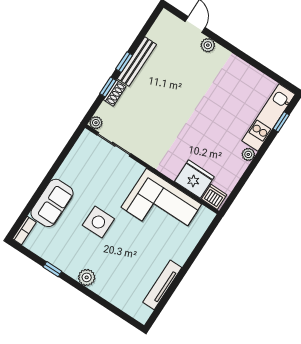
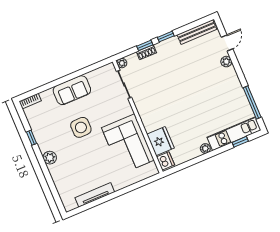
bench: (137, 62) -> (197, 32), moved
window: (265, 71) -> (252, 102), added
sofa: (52, 203) -> (72, 90), moved

